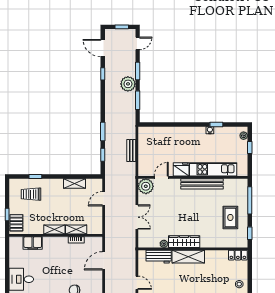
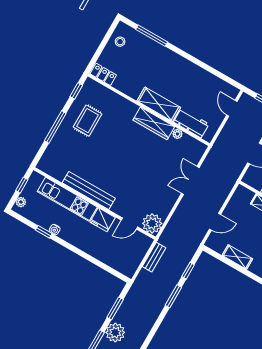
fridge: (181, 169) -> (103, 220), moved
kitchen unit: (213, 169) -> (67, 199), moved
door: (161, 177) -> (129, 224), moved
wall: (193, 177) -> (95, 203), moved
bench: (202, 184) -> (89, 190), moved
plant: (146, 186) -> (152, 223), moved

